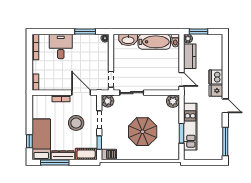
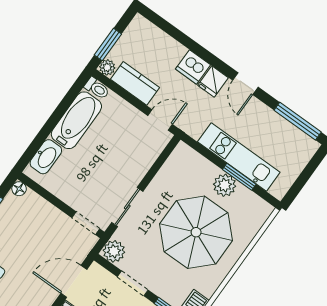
plant: (173, 101) -> (225, 185), moved
door: (225, 106) -> (245, 84), swing flipped
parasol: (143, 132) -> (196, 232), width x1.36, depth x1.36

